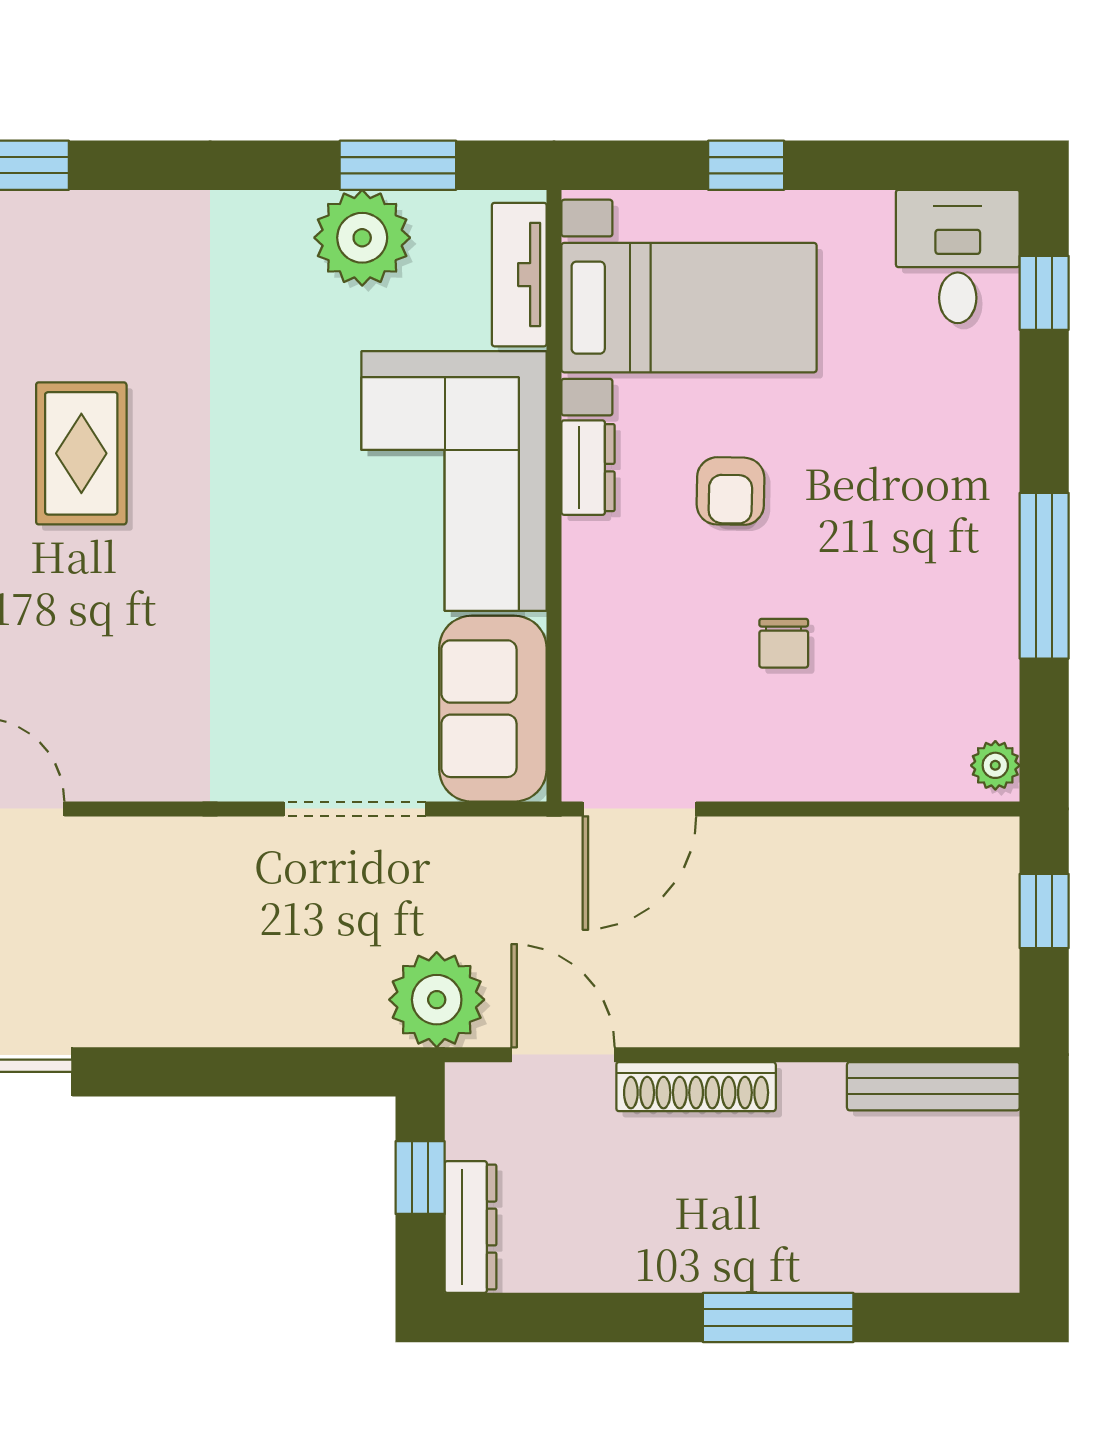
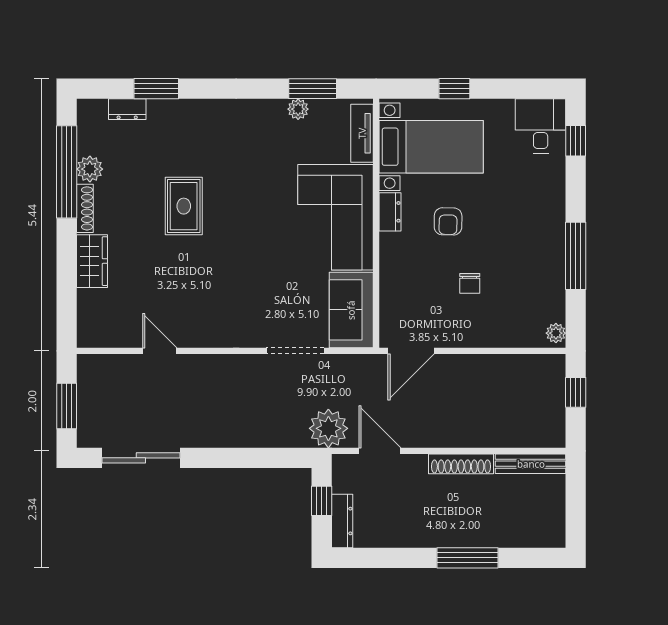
plant: (362, 238) -> (298, 109), width x0.53, depth x0.53
shoe rack: (696, 1087) -> (461, 464), moved

